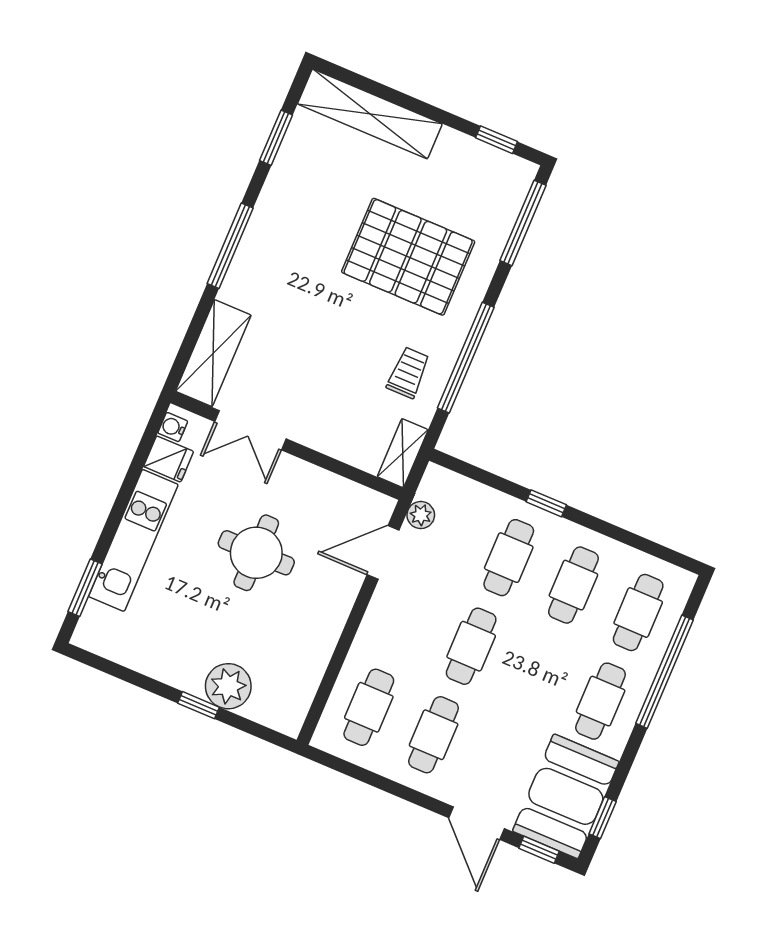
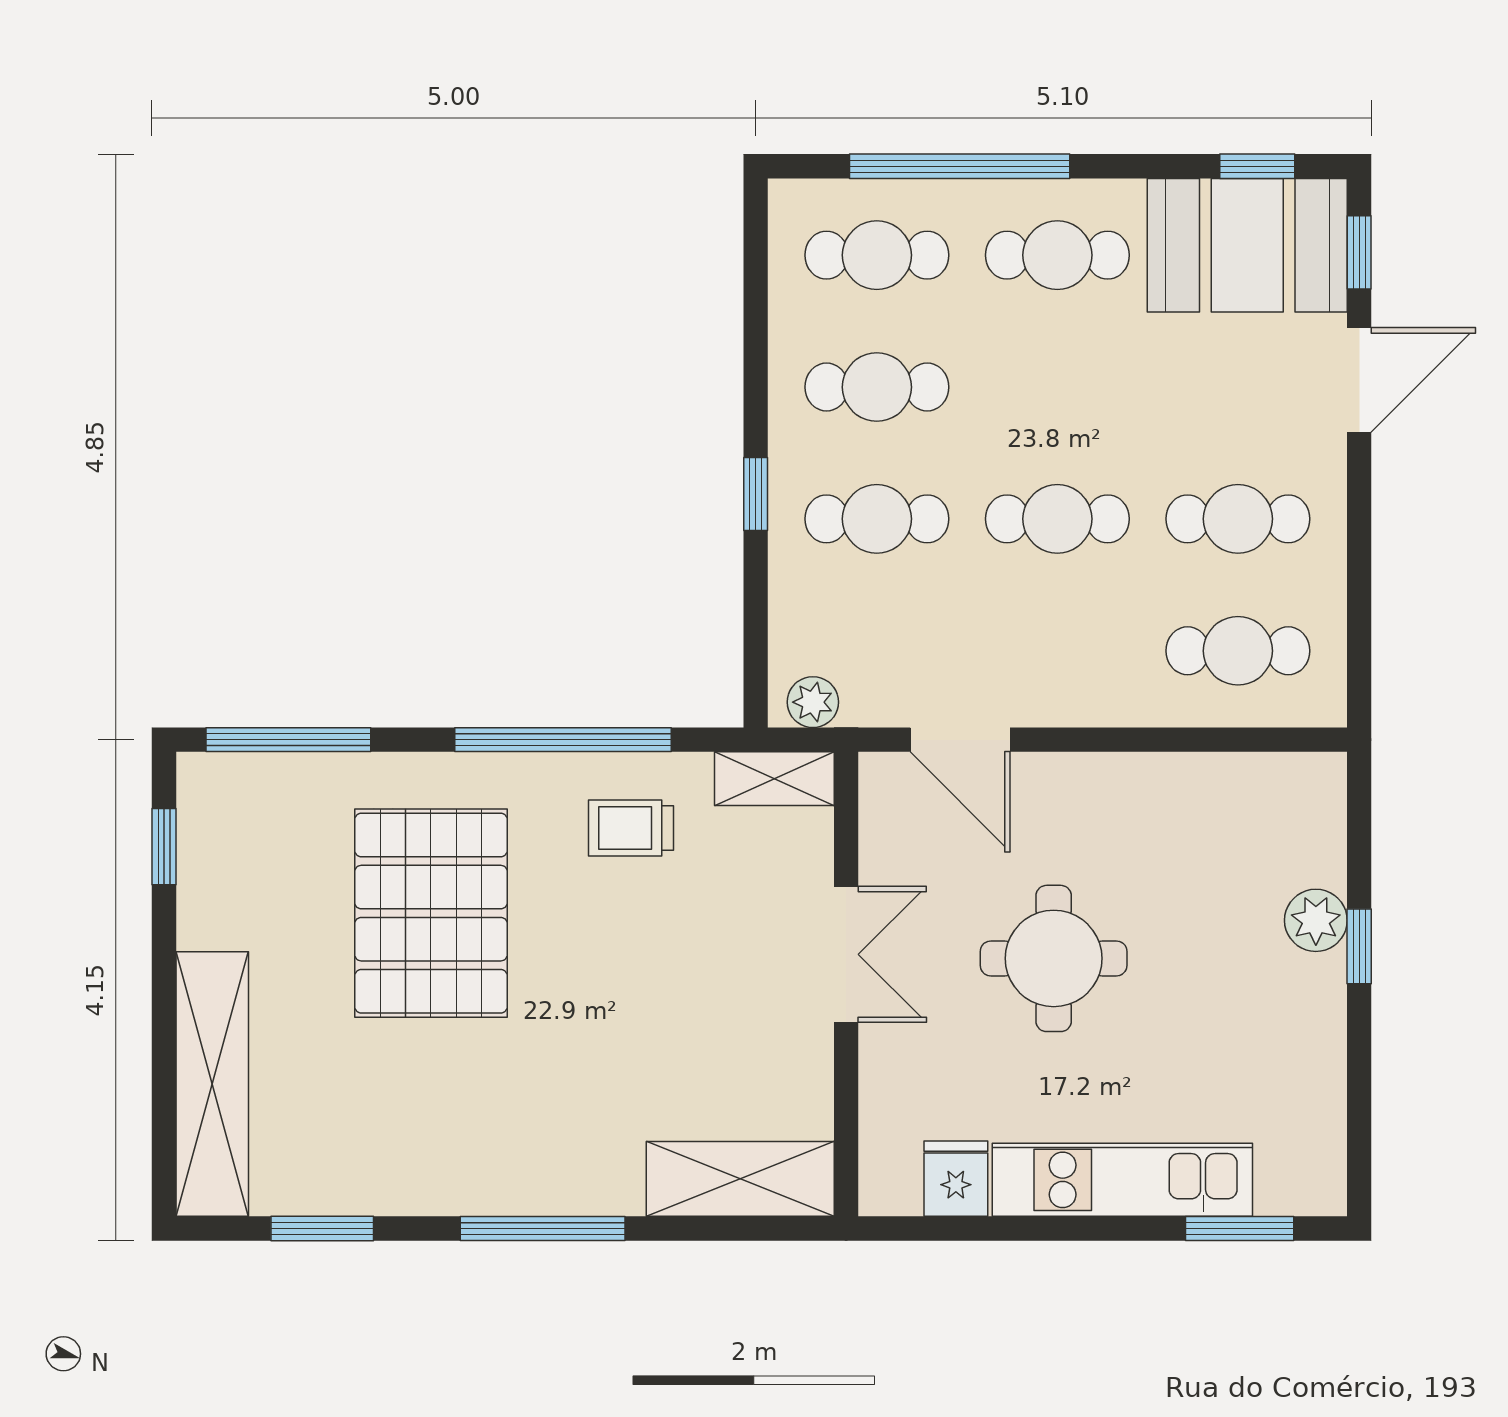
water cooler: (173, 427) -> (898, 1195), removed
double door: (250, 430) -> (846, 954), moved
plant: (421, 515) -> (813, 702), moved
plant: (228, 686) -> (1316, 920), width x0.73, depth x0.73

